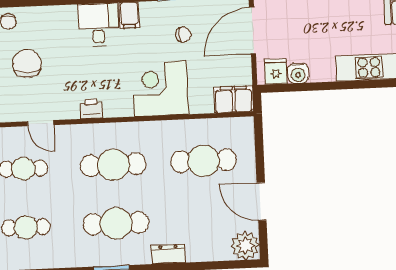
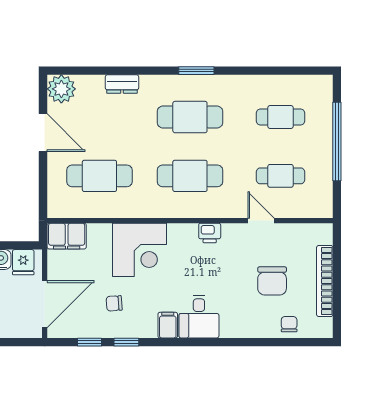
dresser: (168, 254) -> (122, 84), moved

